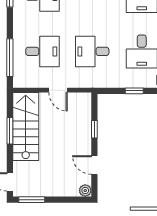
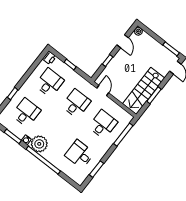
desk: (43, 51) -> (103, 124), turned 90
desk: (92, 51) -> (76, 103), turned -90
door: (58, 90) -> (103, 91), moved

